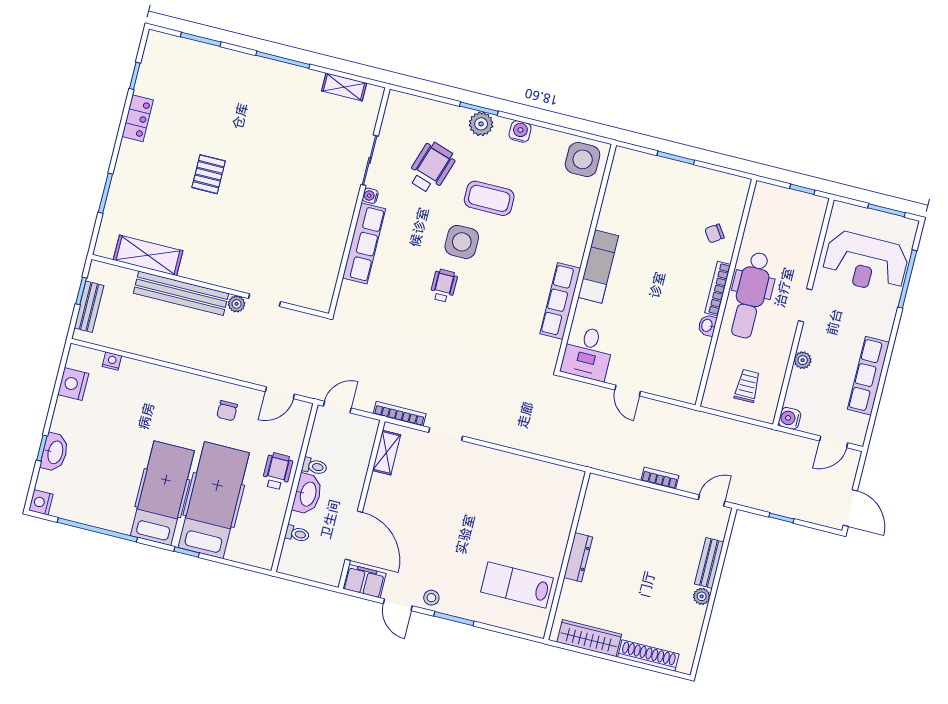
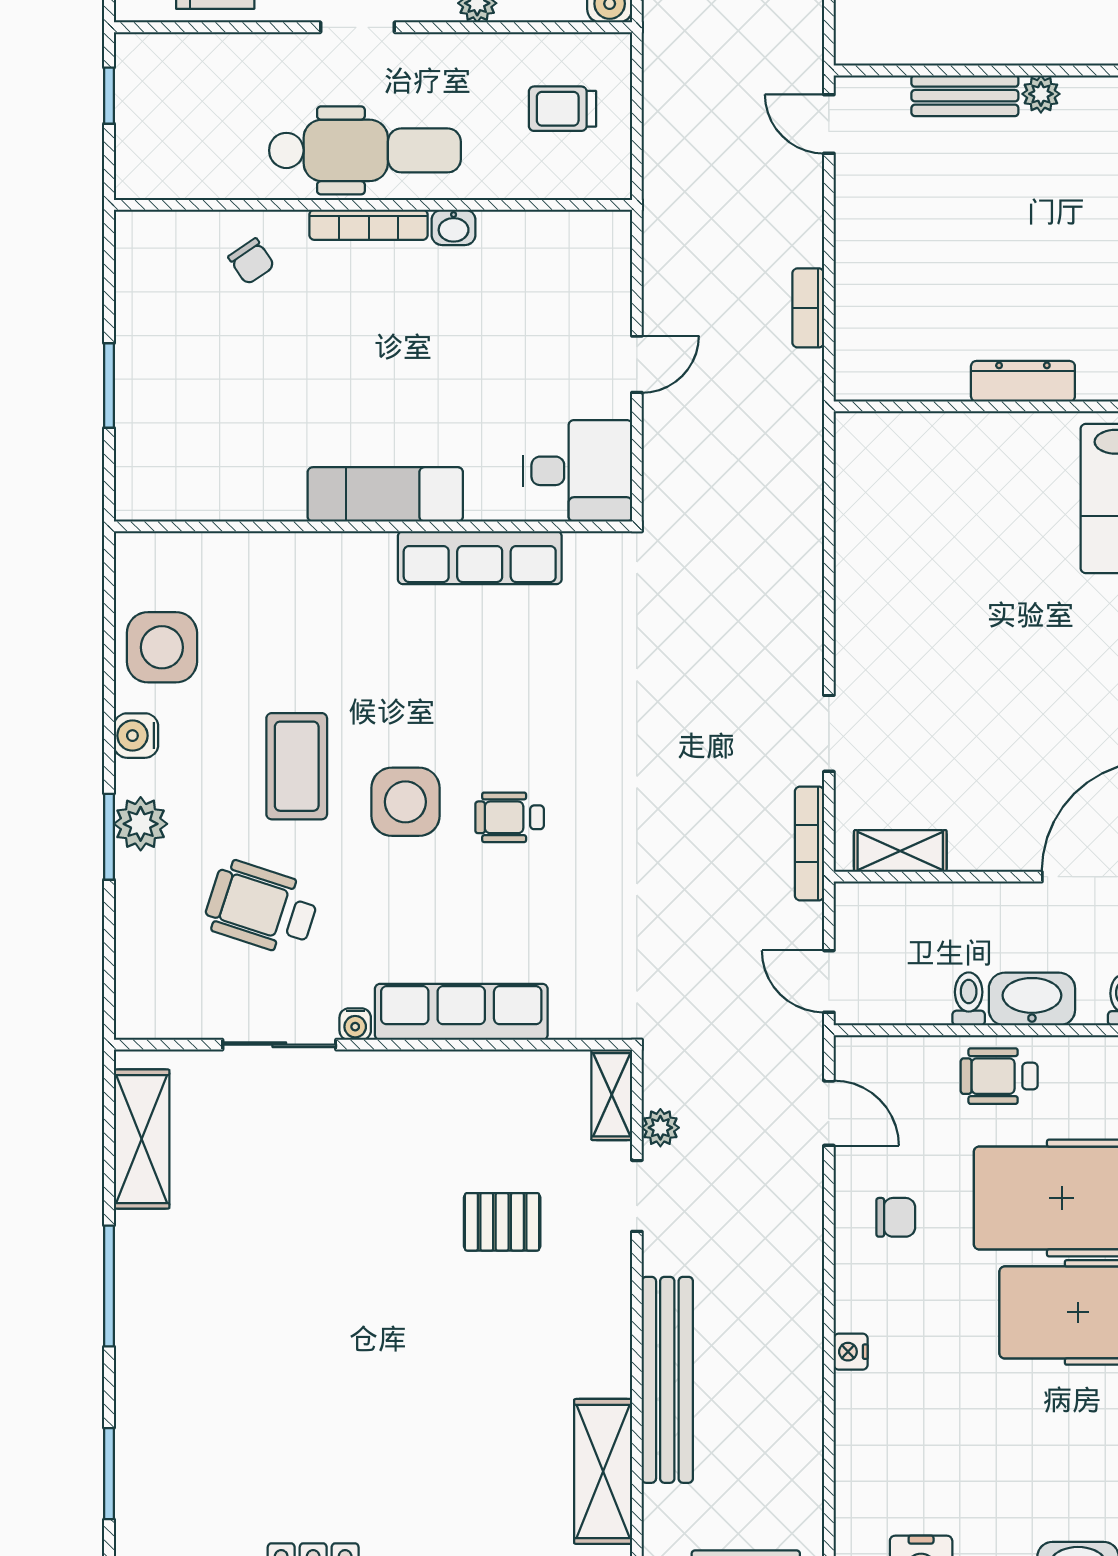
shelving: (344, 87) -> (142, 1139), width x1.50, depth x1.33
side table: (583, 159) -> (162, 647), moved
pallet: (209, 174) -> (502, 1222), moved
shelving: (311, 300) -> (612, 1095), added
plant: (237, 304) -> (660, 1128), moved
nightstand: (112, 361) -> (851, 1352), moved
bookcase: (660, 478) -> (808, 308), moved

